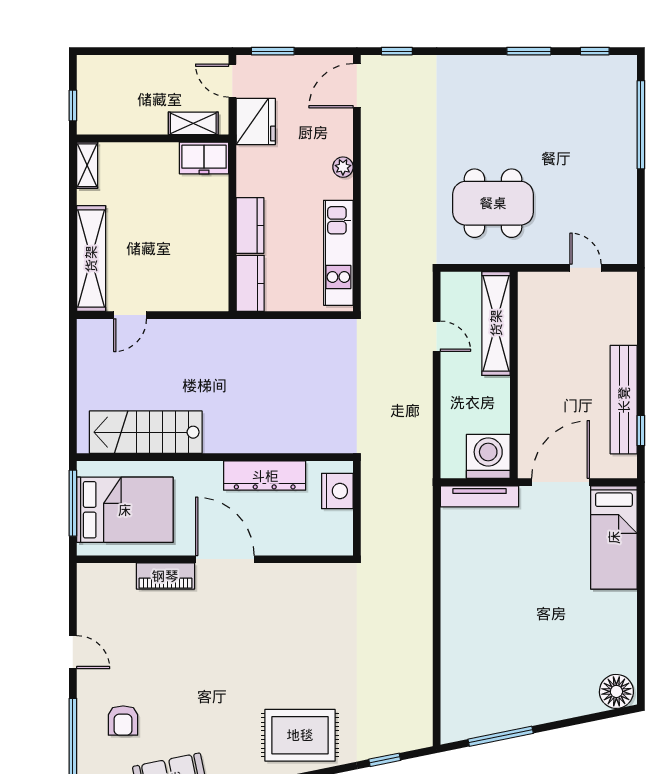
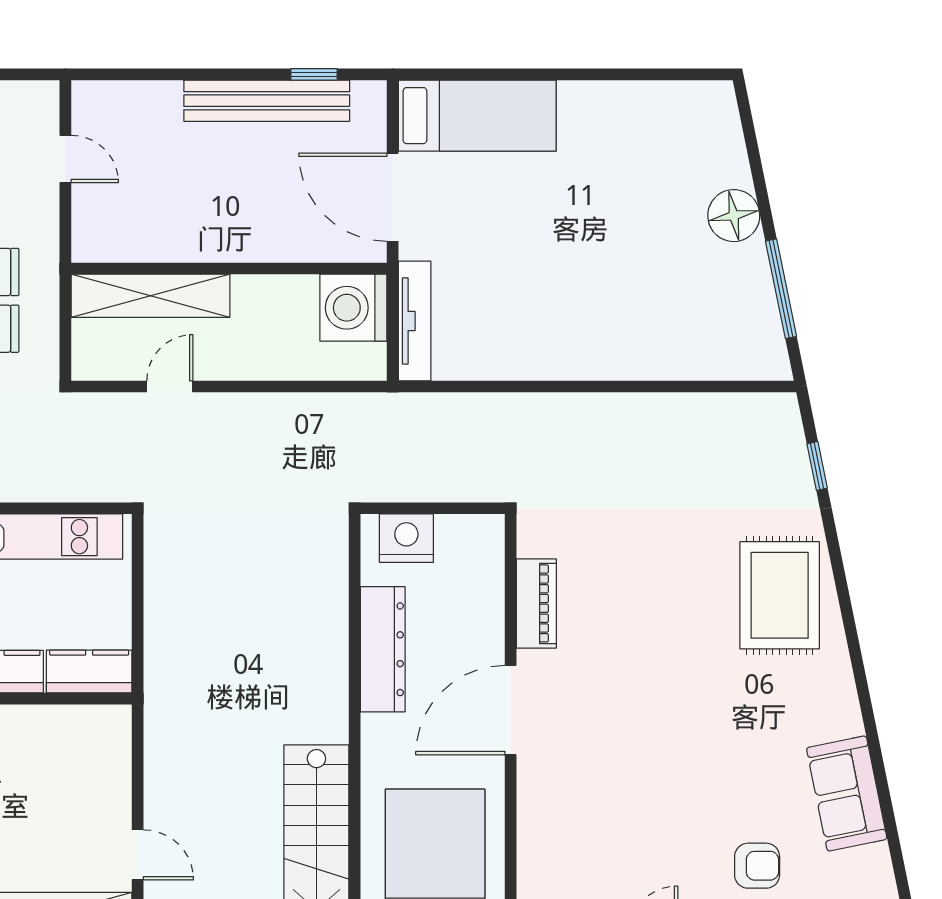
door: (586, 268) -> (65, 159), swing flipped
piano: (165, 576) -> (536, 603), moved
floor lamp: (616, 691) -> (734, 216), moved

